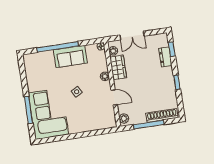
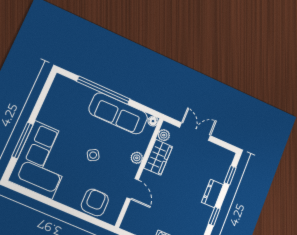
double door: (132, 36) -> (195, 131), swing flipped
sofa: (70, 56) -> (118, 113), width x1.36
dresser: (165, 57) -> (212, 193), moved
plant: (124, 119) -> (129, 221), removed
armchair: (96, 120) -> (95, 202), added

